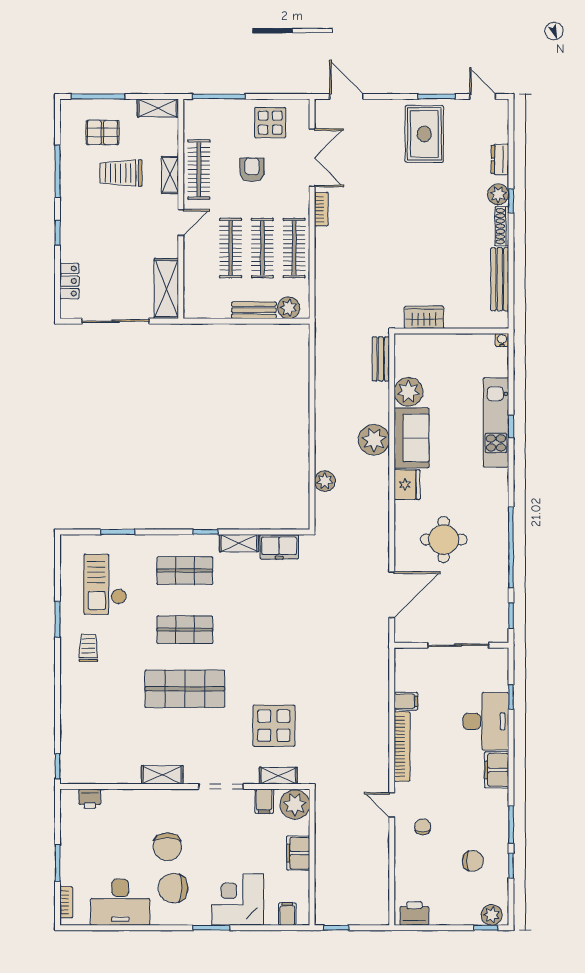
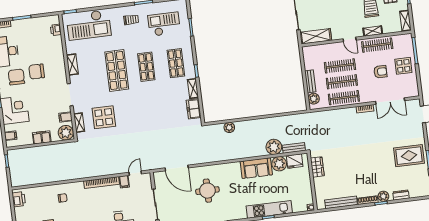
display table: (270, 123) -> (403, 66), moved
plant: (374, 440) -> (274, 147), moved
fridge: (407, 485) -> (295, 161), moved
checkout: (88, 733) -> (89, 25), added
door: (392, 805) -> (135, 173), moved

